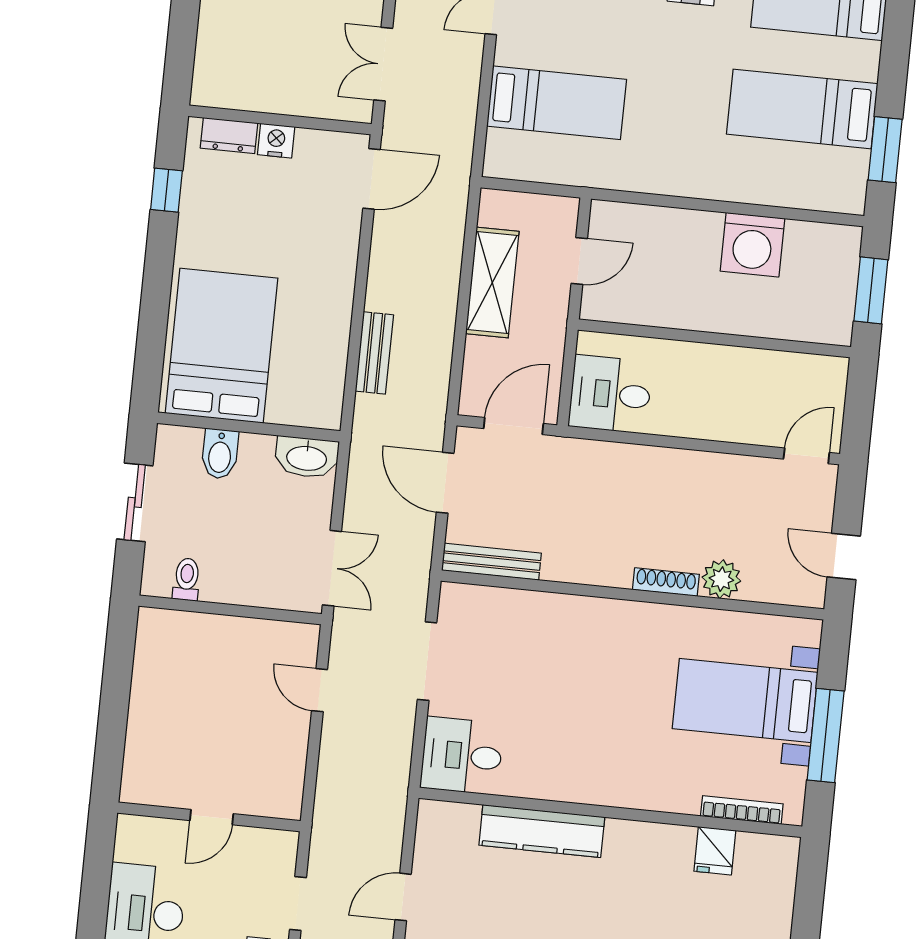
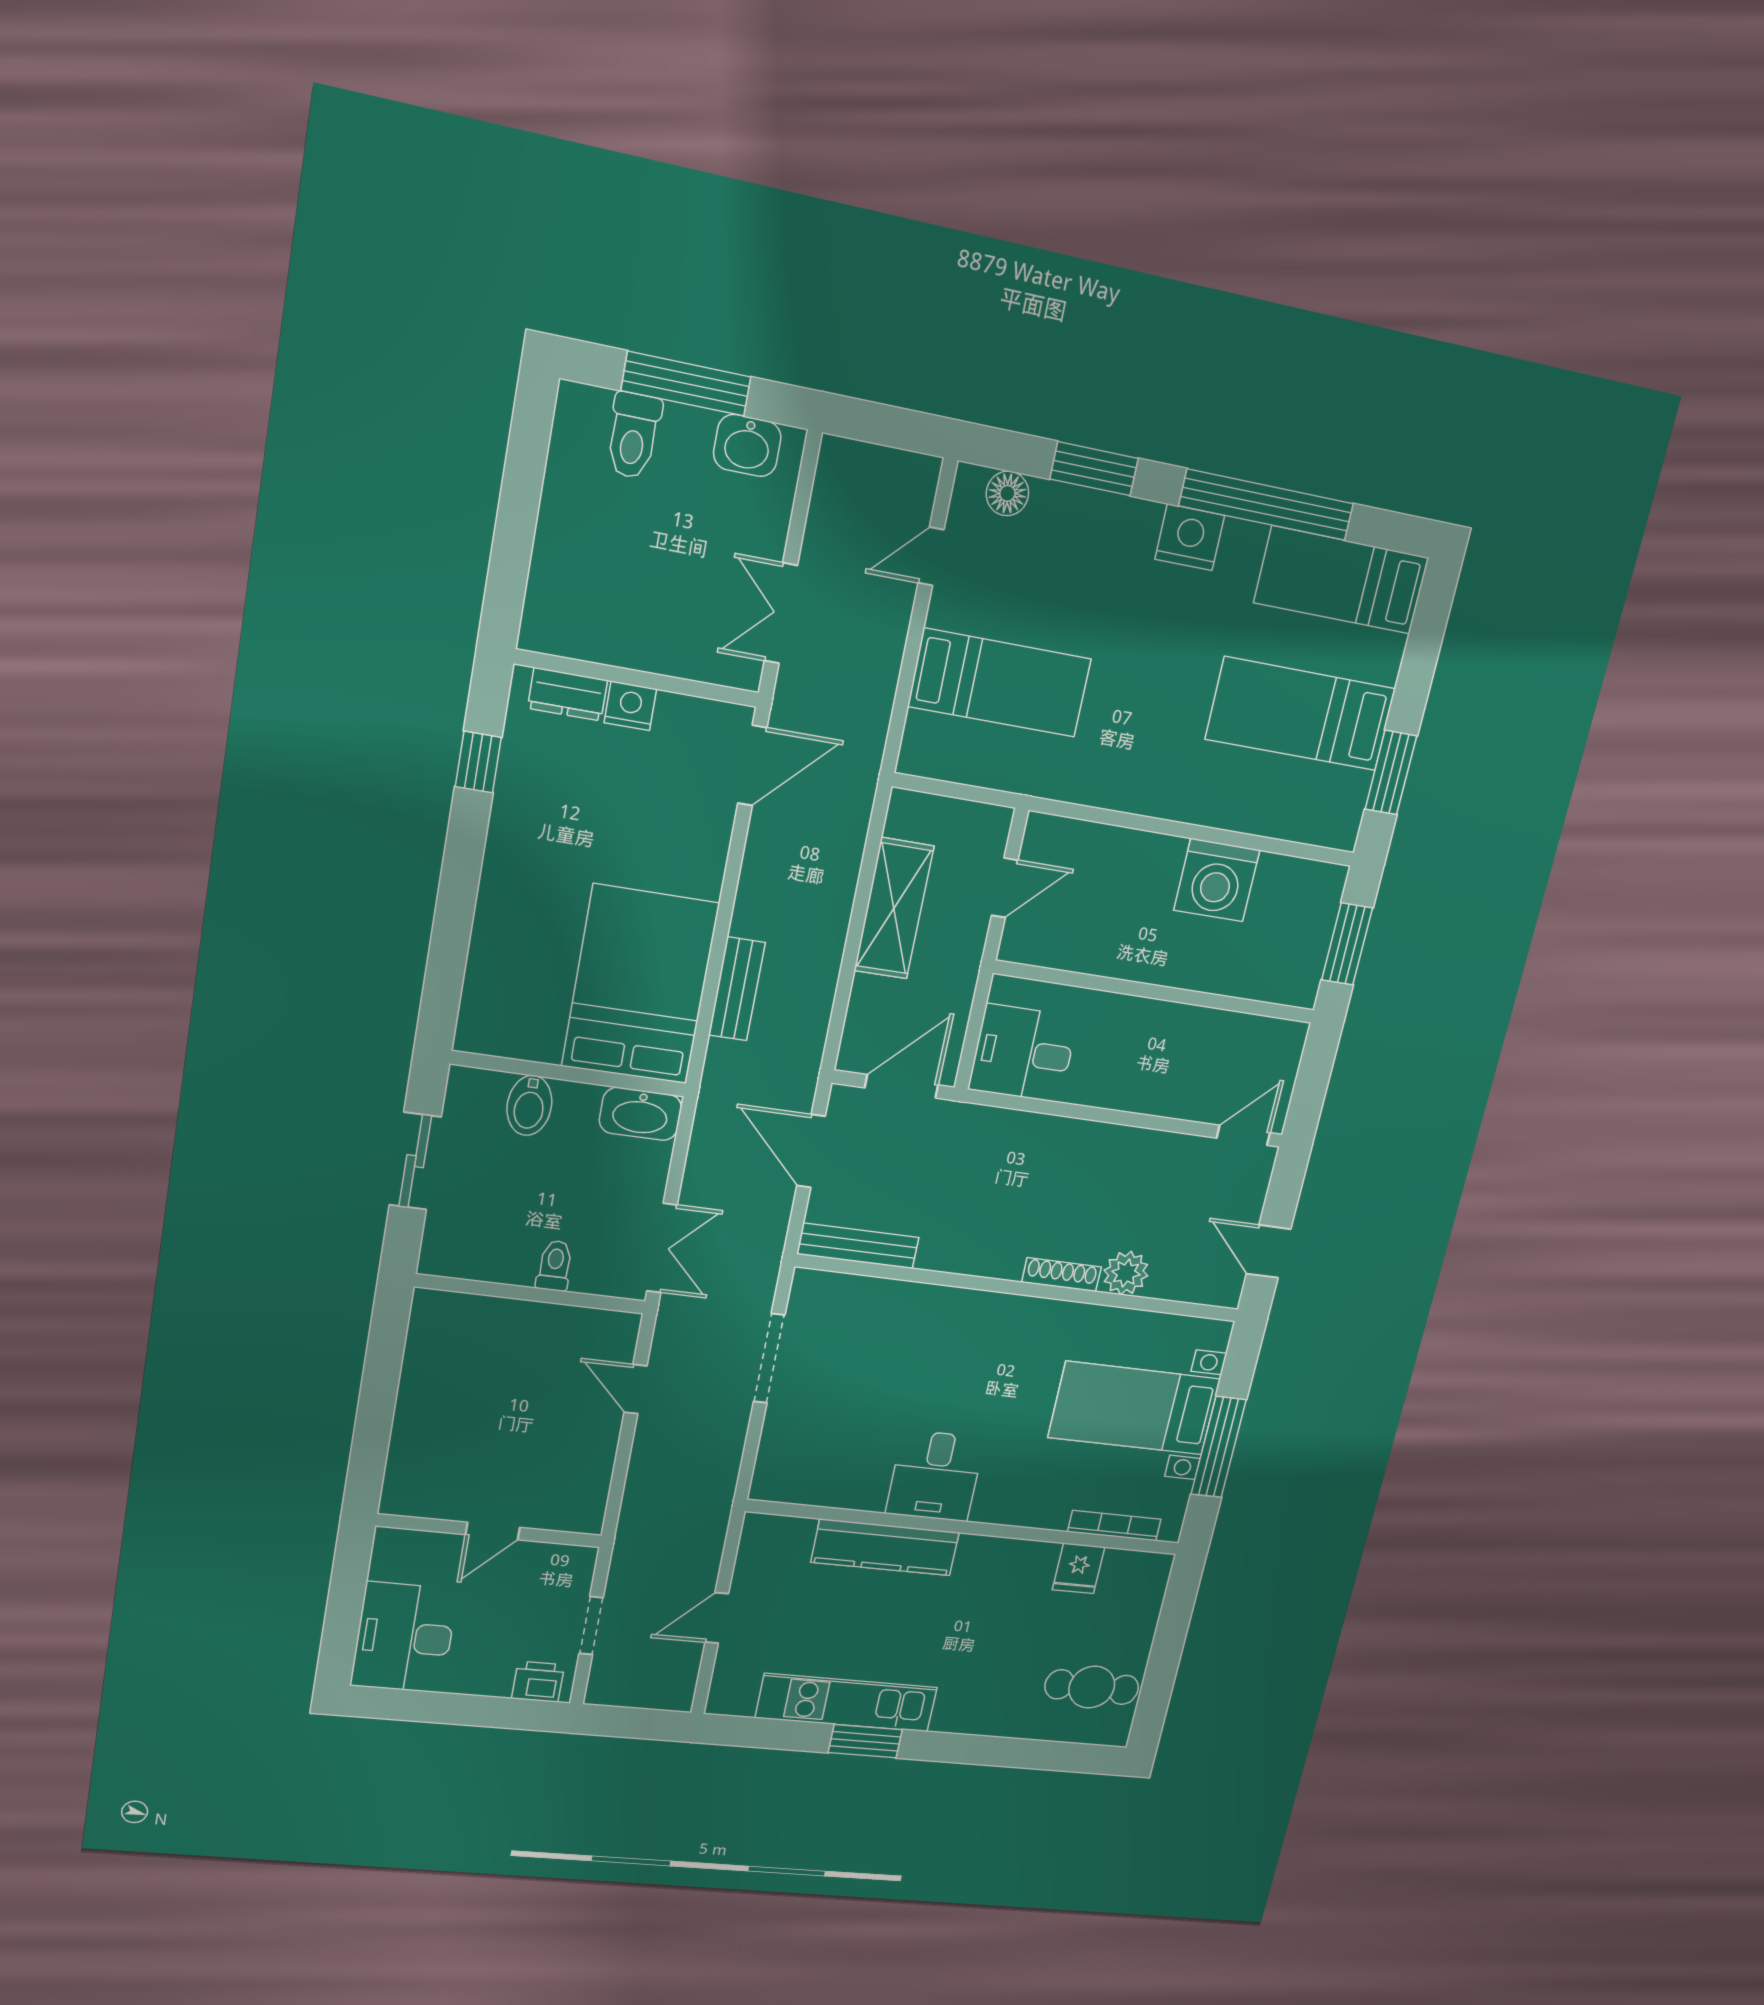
bed: (222, 346) -> (640, 985), moved
toilet: (187, 579) -> (555, 1266), moved
desk: (462, 756) -> (935, 1476), moved, turned -90

